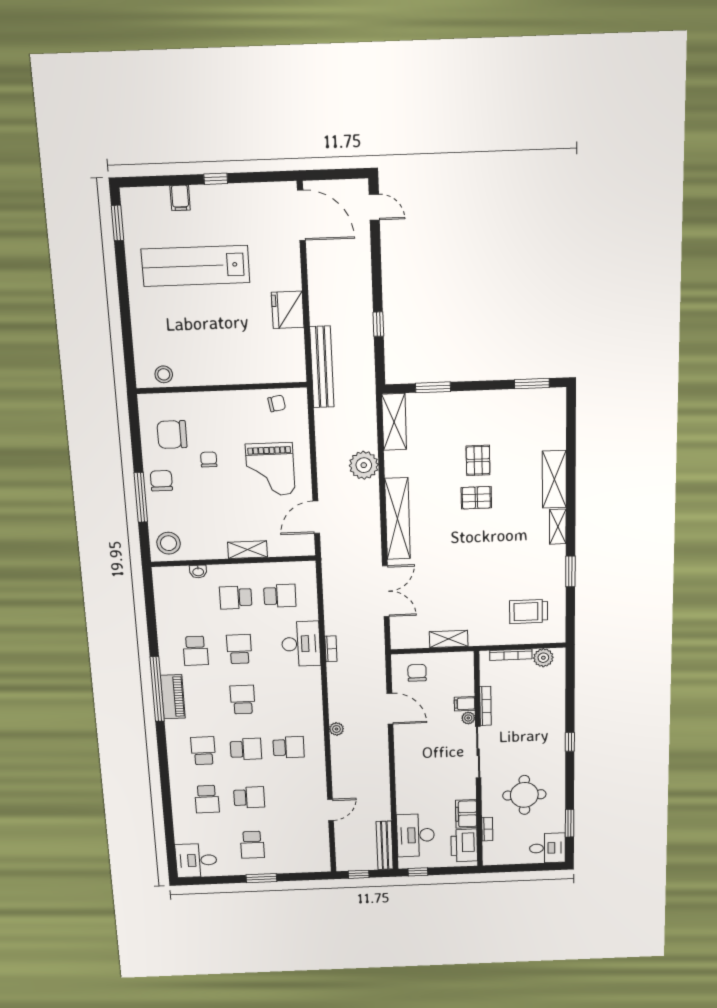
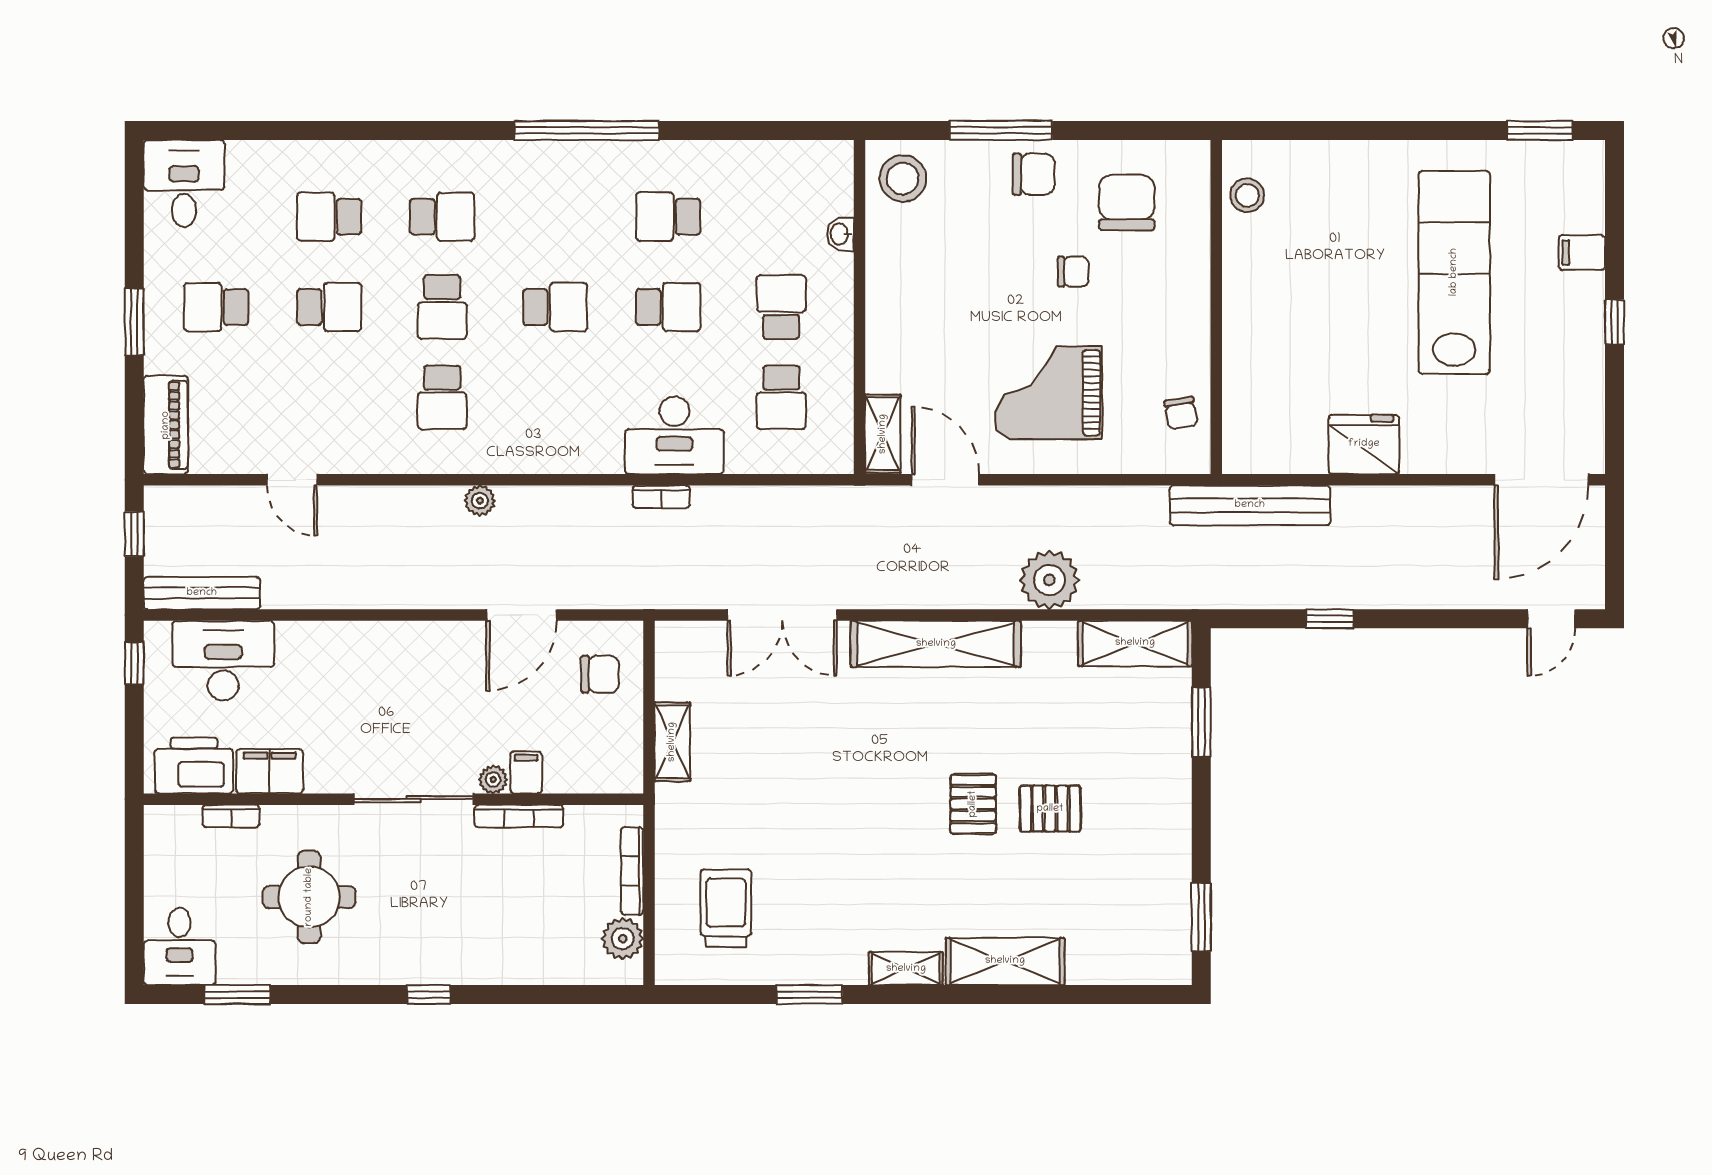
shelving: (248, 550) -> (883, 434), moved
piano: (173, 697) -> (166, 425), moved, turned -90
school desk: (249, 797) -> (329, 307), turned -90

